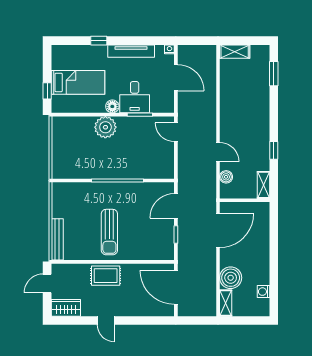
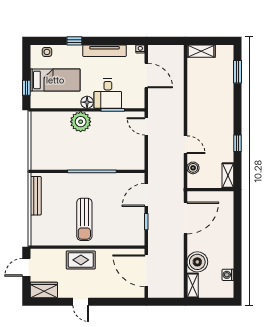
side table: (69, 52) -> (47, 52), added
bench: (57, 239) -> (36, 196), moved

